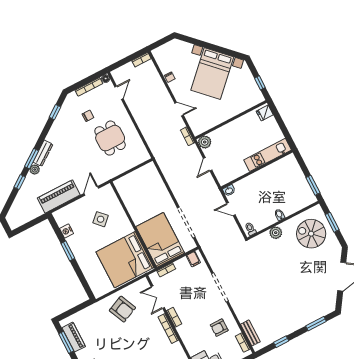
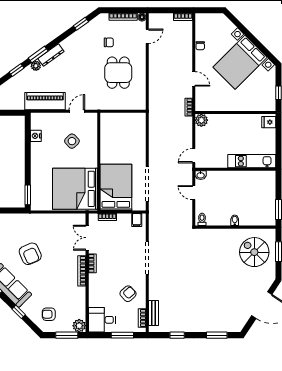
door: (208, 164) -> (194, 156), moved
plant: (276, 233) -> (223, 235), removed
window: (68, 251) -> (28, 195), moved
armchair: (122, 309) -> (30, 254), moved
armchair: (219, 328) -> (128, 294), turned 138

